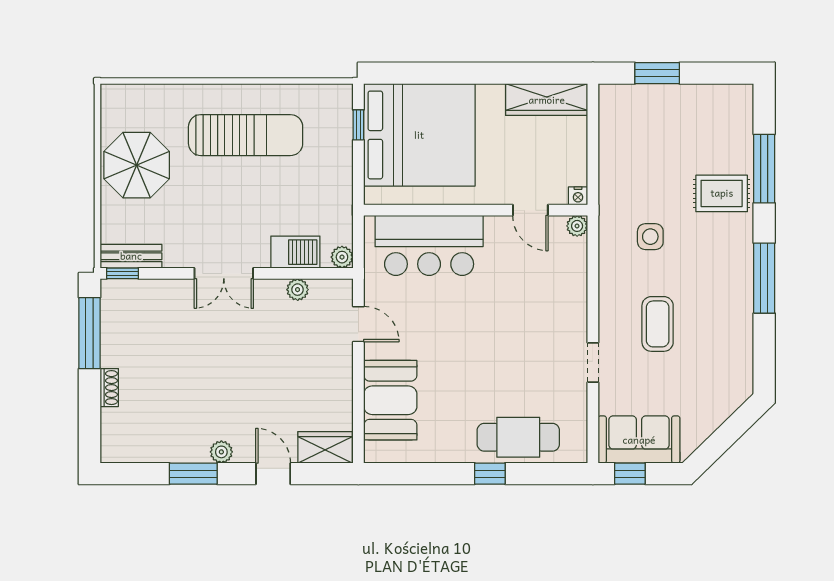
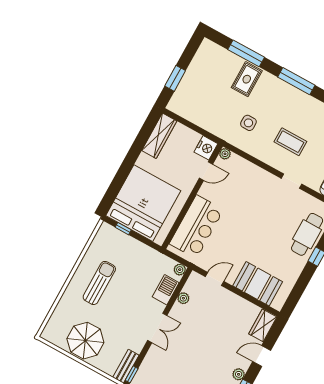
sun lounger: (246, 135) -> (99, 283), width x0.73, depth x0.75
nightstand: (578, 196) -> (206, 148), width x1.89, depth x1.79

